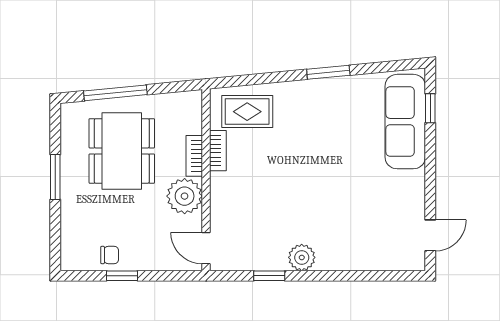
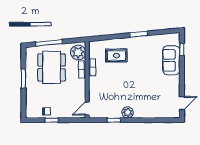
rug: (247, 112) -> (116, 56), moved
sofa: (405, 122) -> (171, 60), width x0.73
plant: (185, 196) -> (78, 53), moved
door: (206, 248) -> (87, 108), hinge flipped

